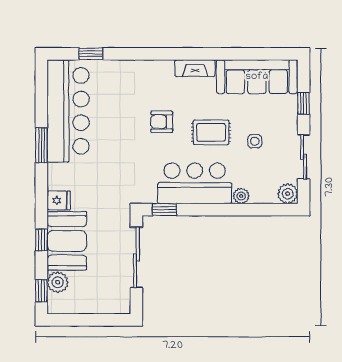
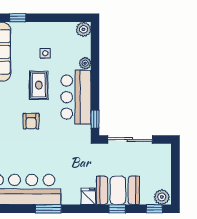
sliding door: (304, 157) -> (57, 18), removed
plant: (58, 282) -> (162, 197), moved

